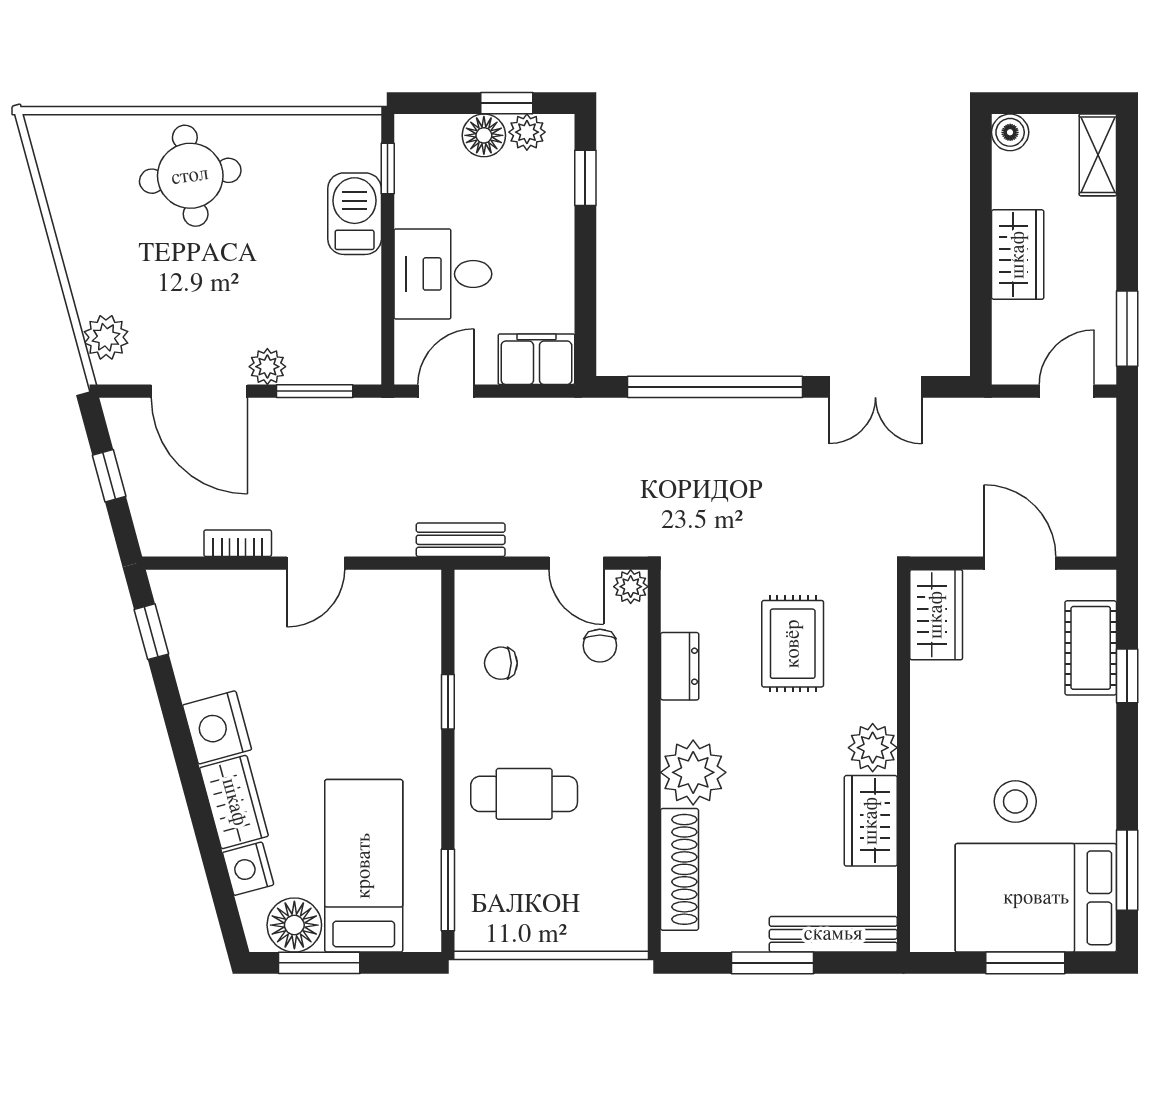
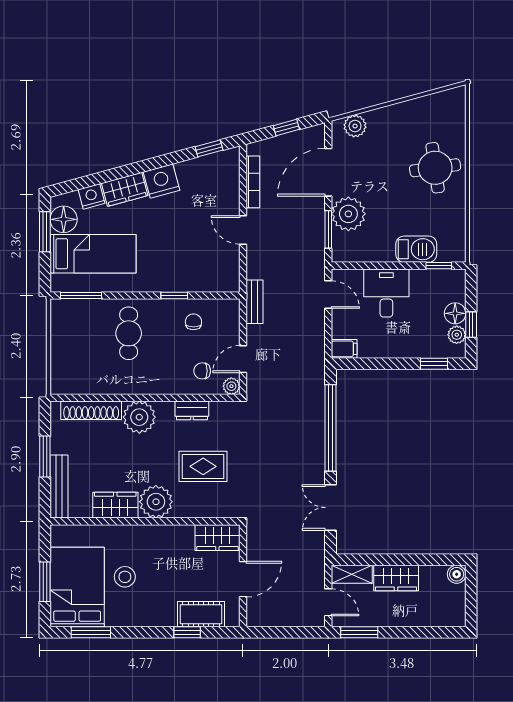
shelving: (1098, 155) -> (352, 574), moved
filing cabinet: (536, 359) -> (344, 349), width x0.50
plant: (267, 367) -> (348, 214), width x1.87, depth x1.87
bookcase: (238, 543) -> (253, 182), width x1.56
plant: (873, 748) -> (156, 502), width x1.36, depth x1.36

